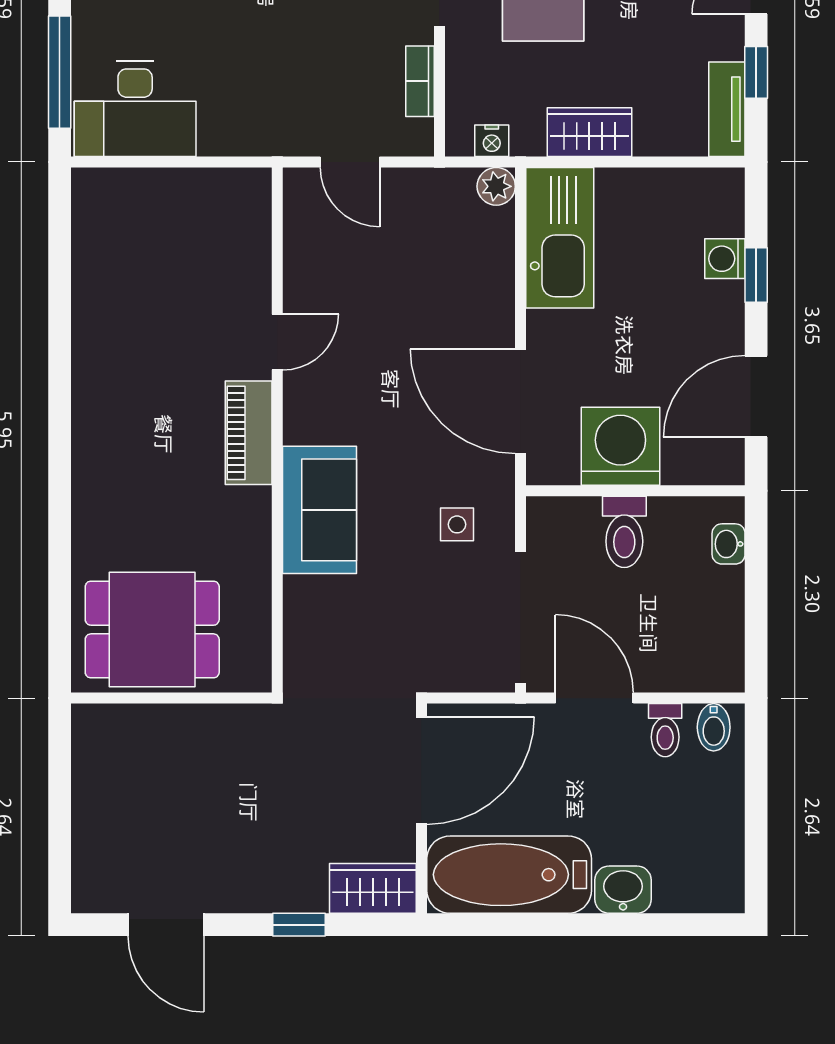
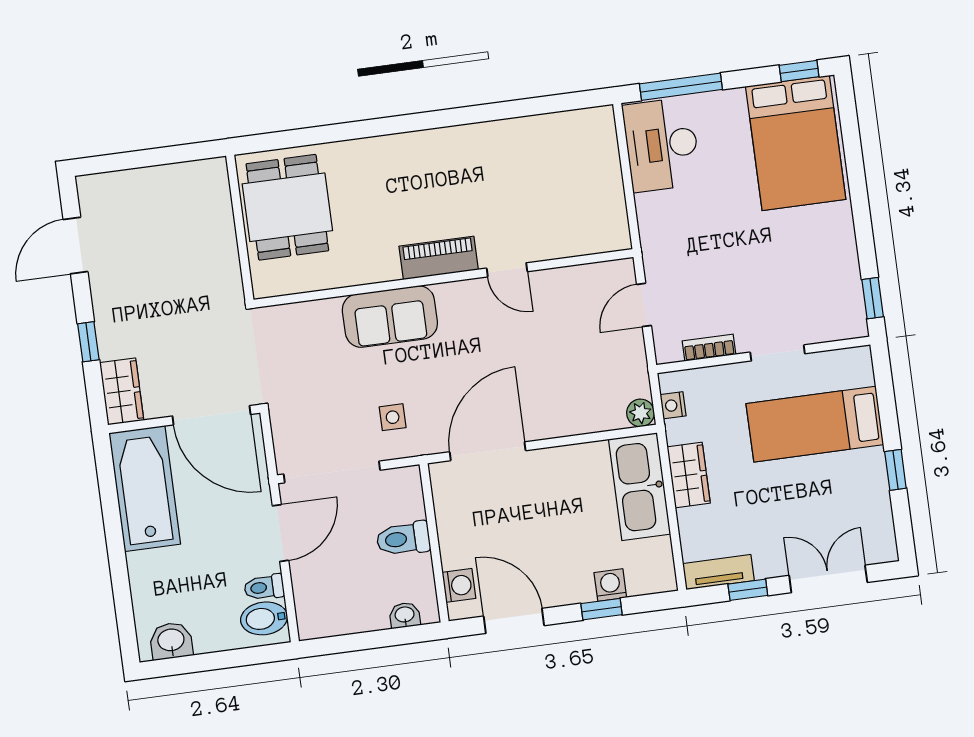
kitchen sink: (560, 238) -> (639, 487), moved, turned 90
washing machine: (620, 446) -> (459, 585), moved, width x0.53, depth x0.53
bidet: (714, 727) -> (264, 618), width x1.38, depth x1.36
washbasin: (623, 890) -> (171, 641), moved, turned -90

